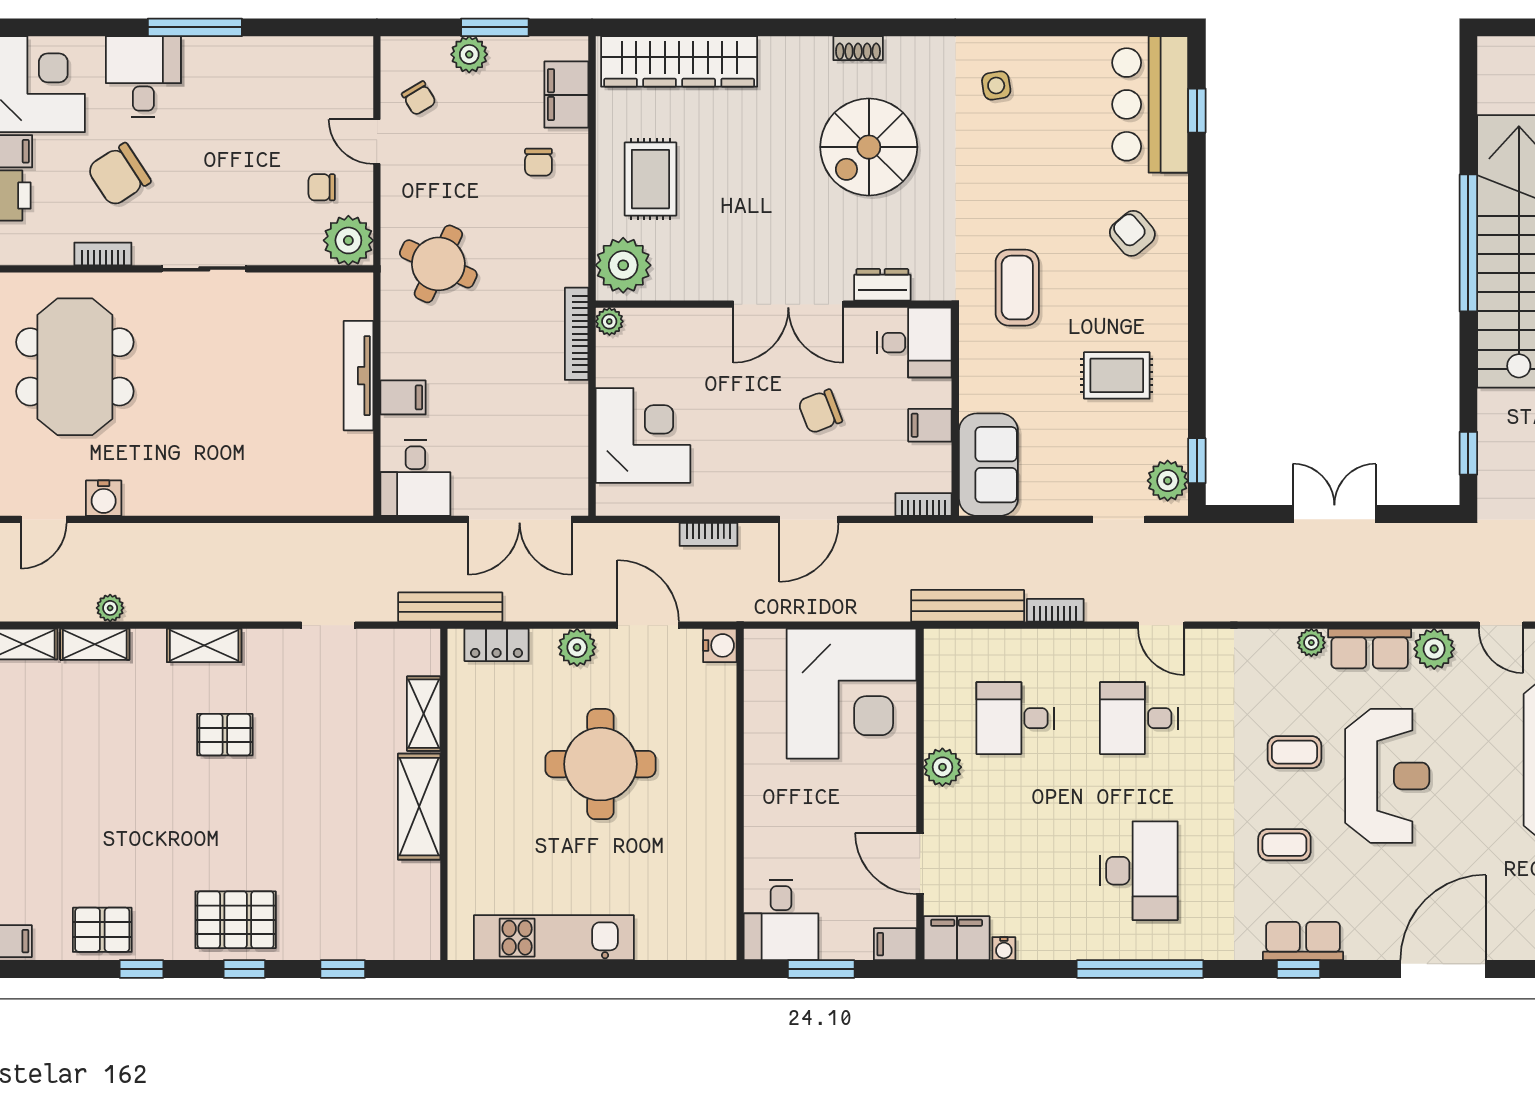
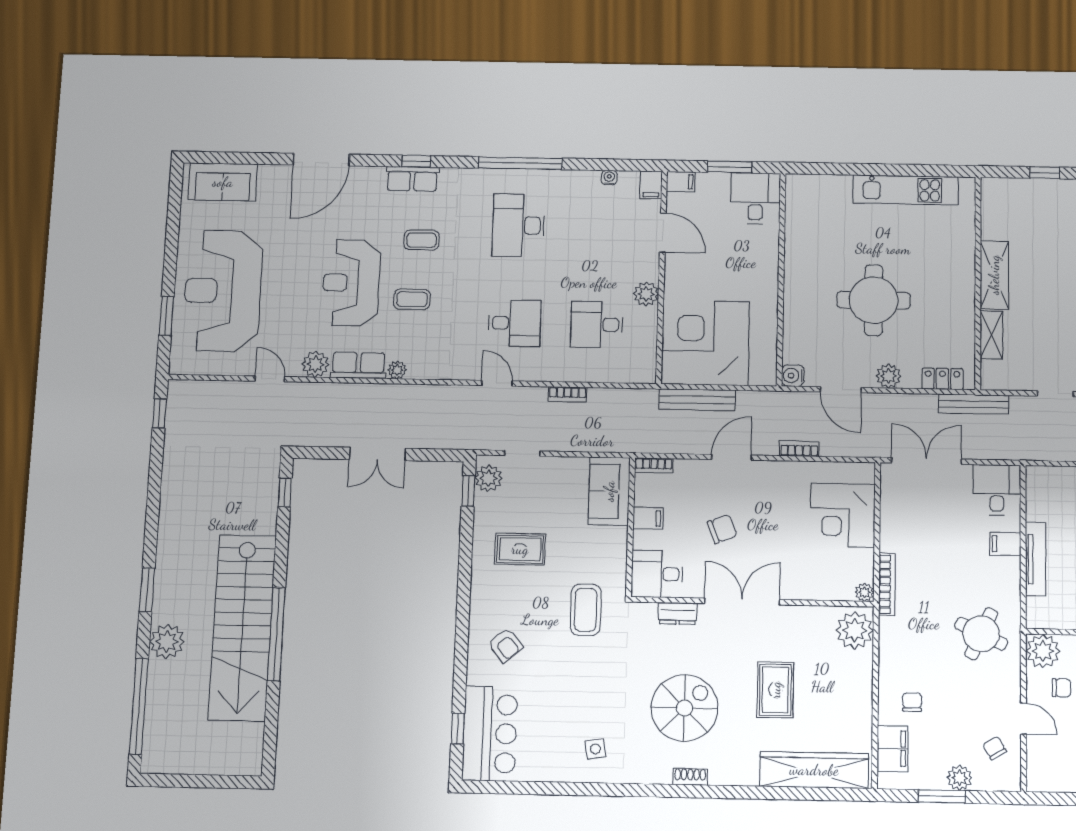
rug: (650, 179) -> (775, 690), moved
bench: (968, 606) -> (697, 400), moved
desk: (1015, 718) -> (597, 325), turned 180
filing cabinet: (957, 938) -> (651, 185), width x0.50

